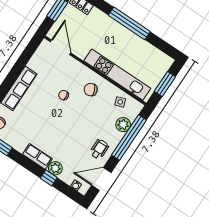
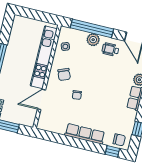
door: (61, 47) -> (41, 99), moved
window: (165, 84) -> (37, 15), removed
plant: (123, 125) -> (93, 40), moved

